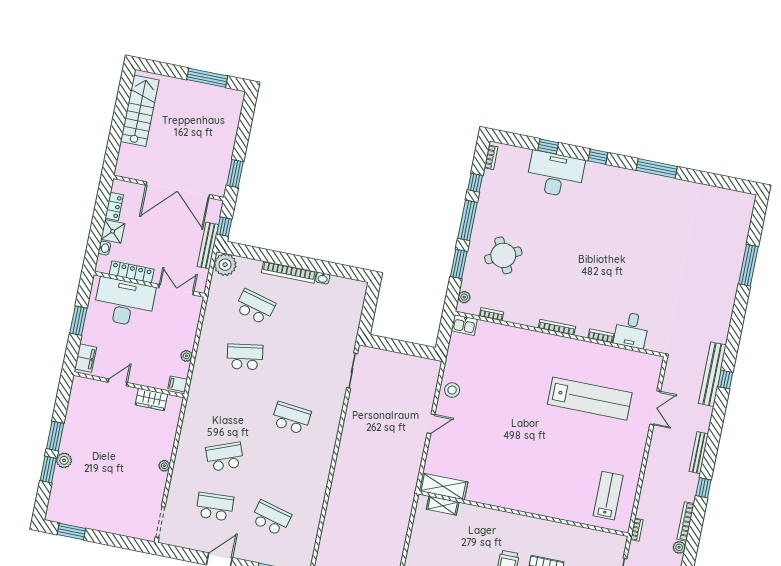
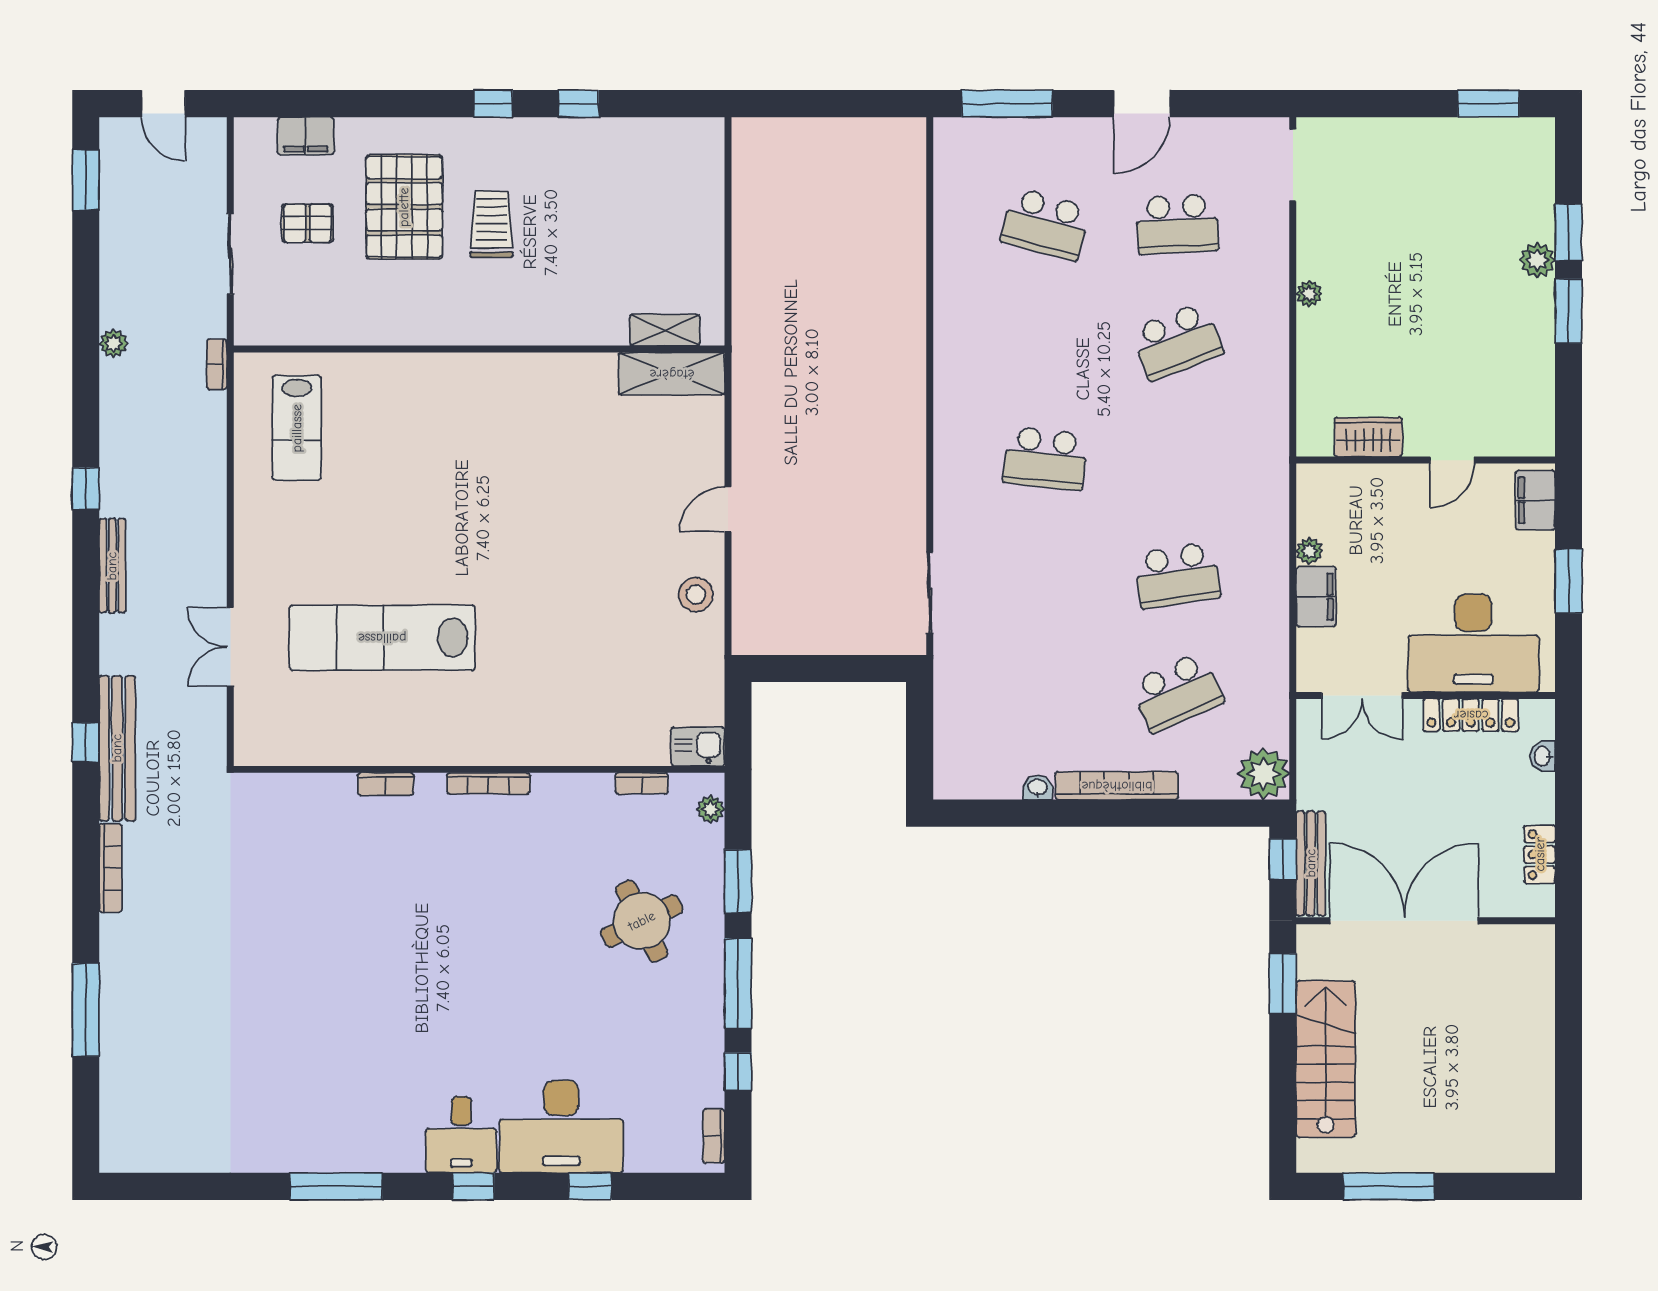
stairs: (140, 111) -> (1326, 1059), moved, turned 180
shower: (113, 231) -> (1532, 798), removed
bench: (208, 246) -> (1311, 863), moved
school desk: (255, 307) -> (1177, 692), turned -39
desk: (631, 330) -> (461, 1135), moved, turned 180
filing cabinet: (178, 384) -> (1316, 597), moved, width x2.00
bookcase: (686, 521) -> (111, 868), moved

